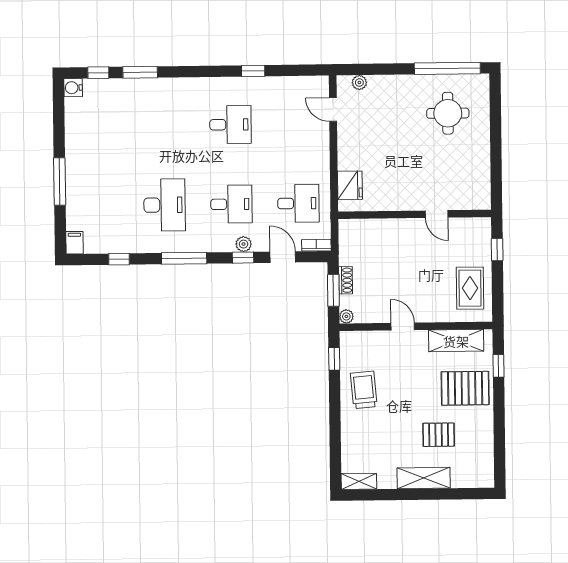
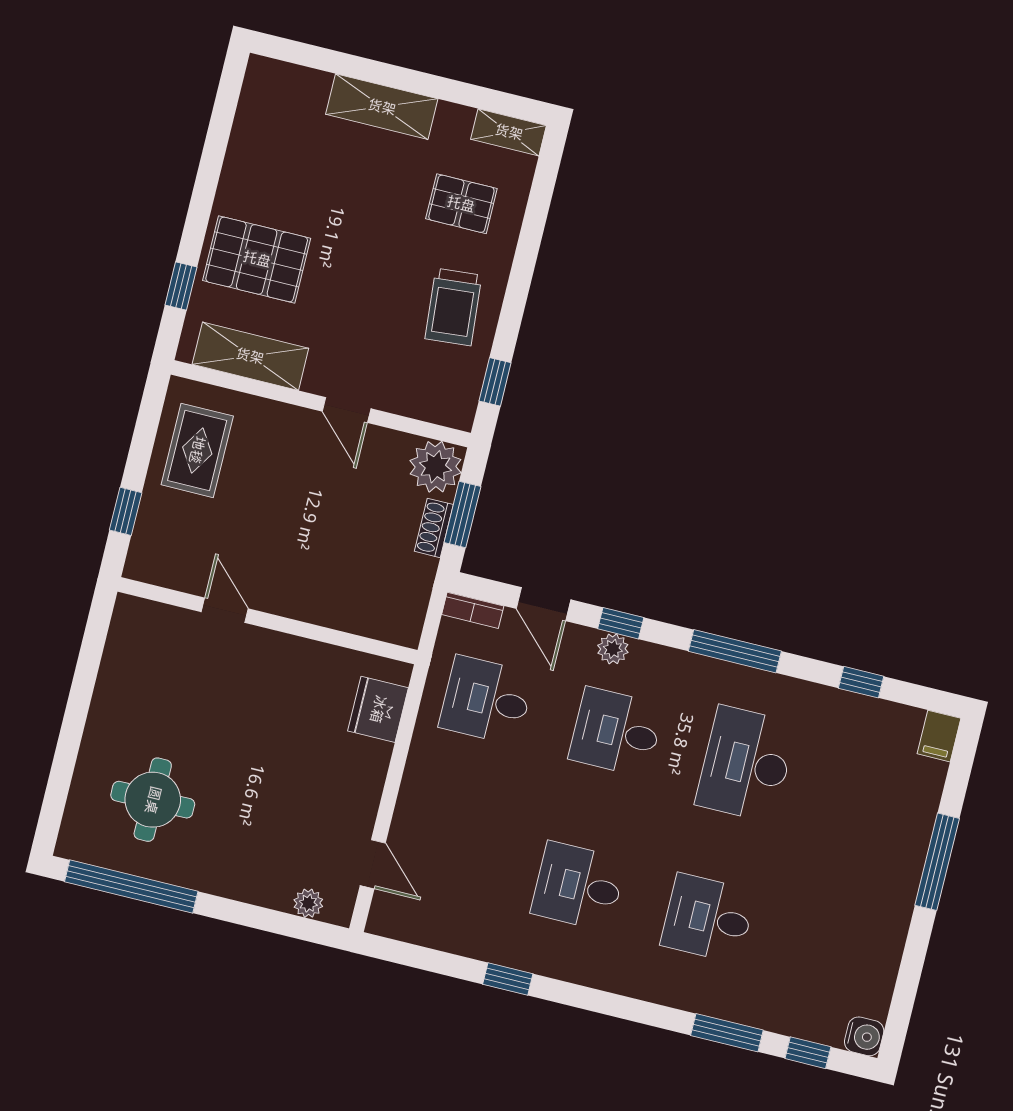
desk: (164, 125) -> (708, 918), added
plant: (346, 316) -> (435, 467), width x1.88, depth x1.88
pallet: (439, 435) -> (461, 204), moved

